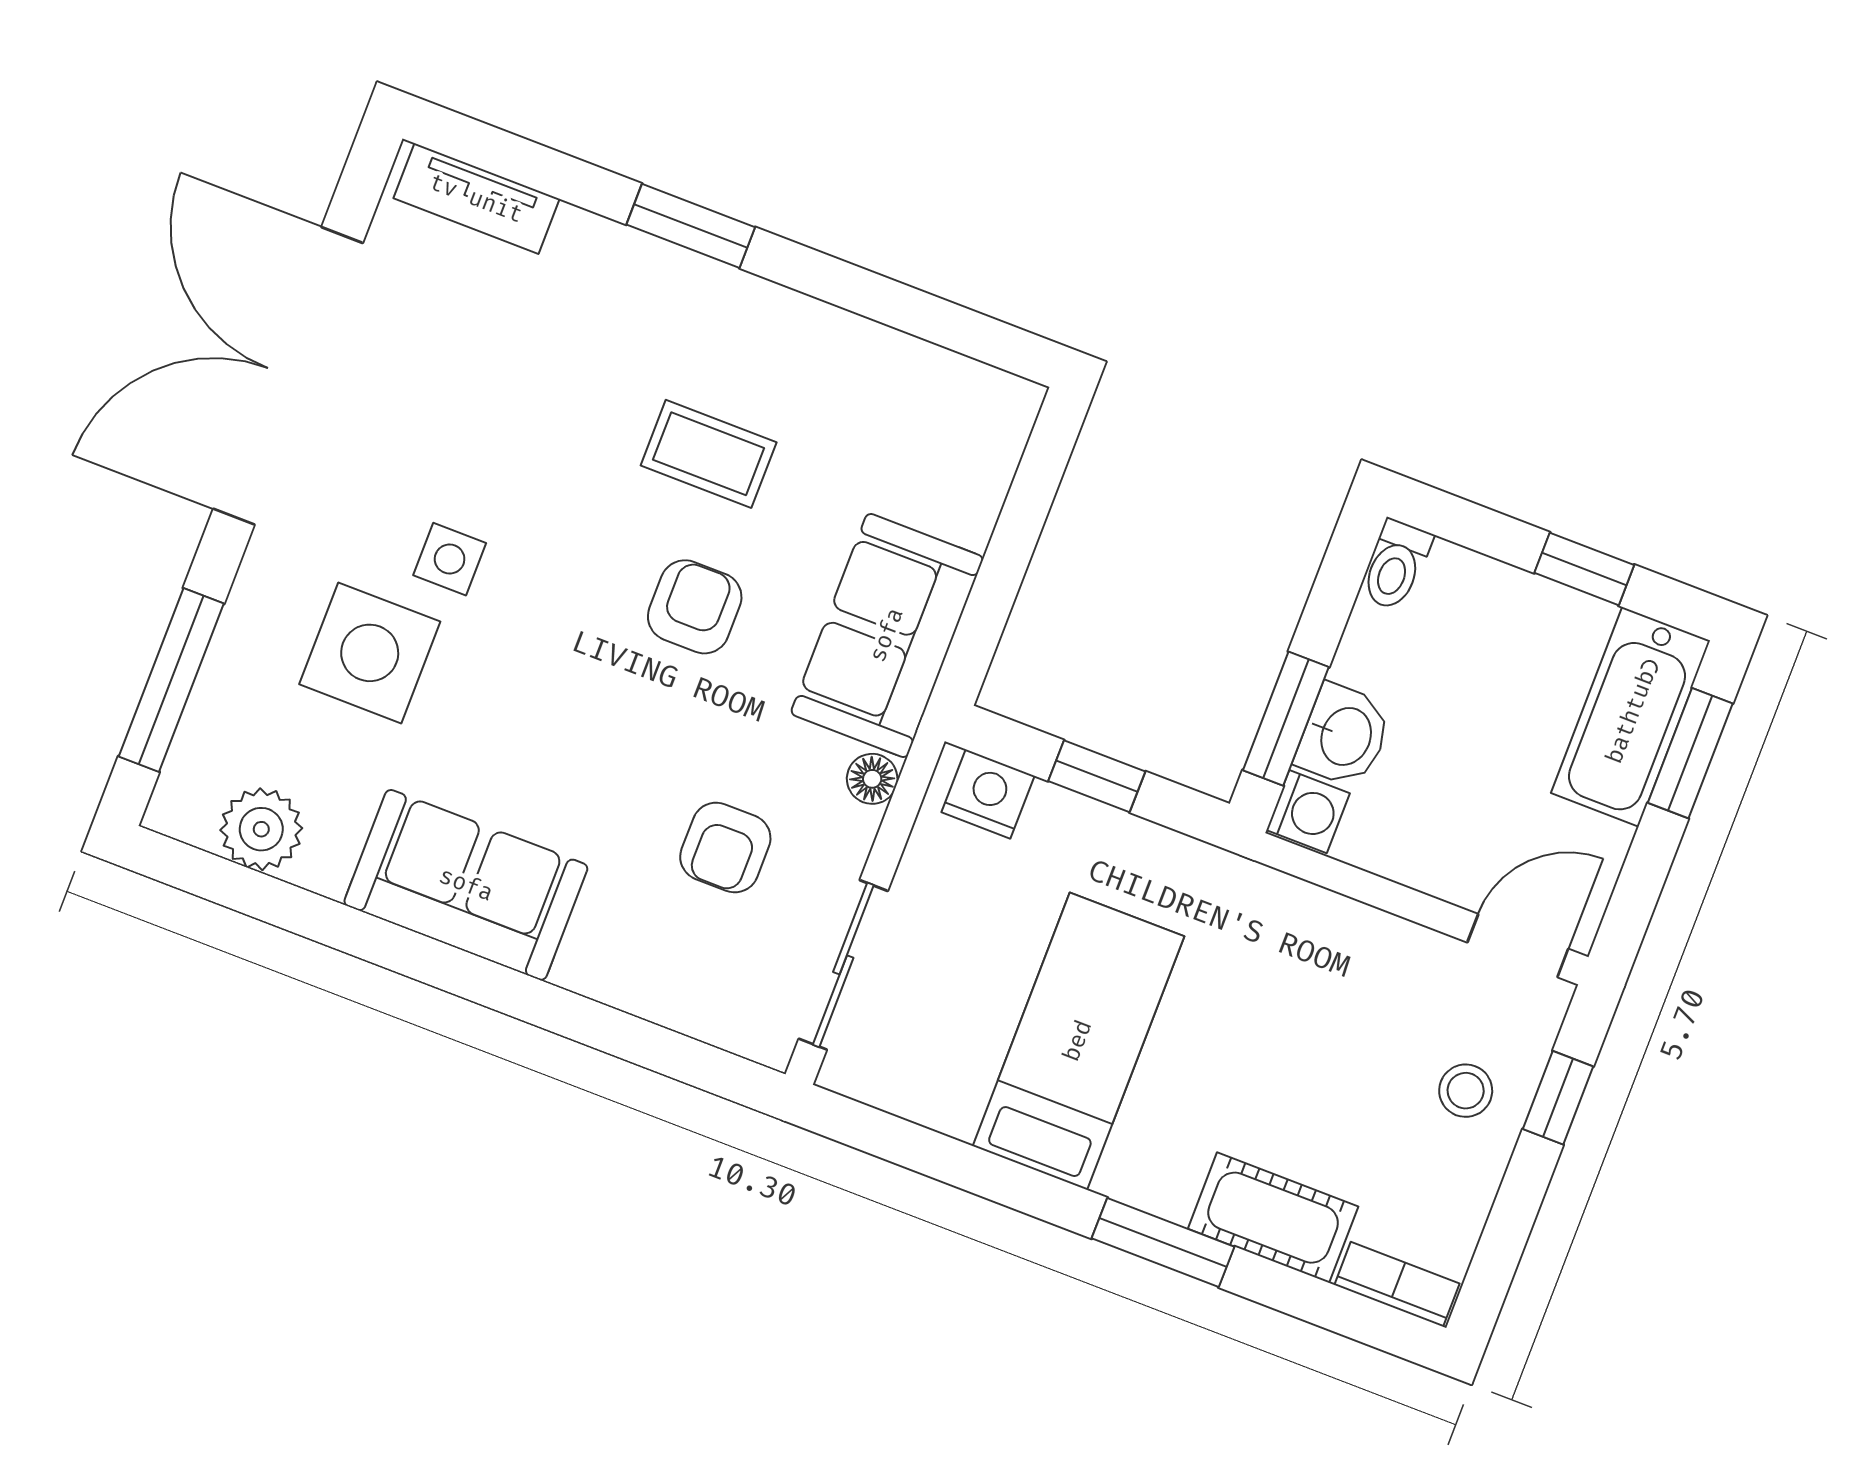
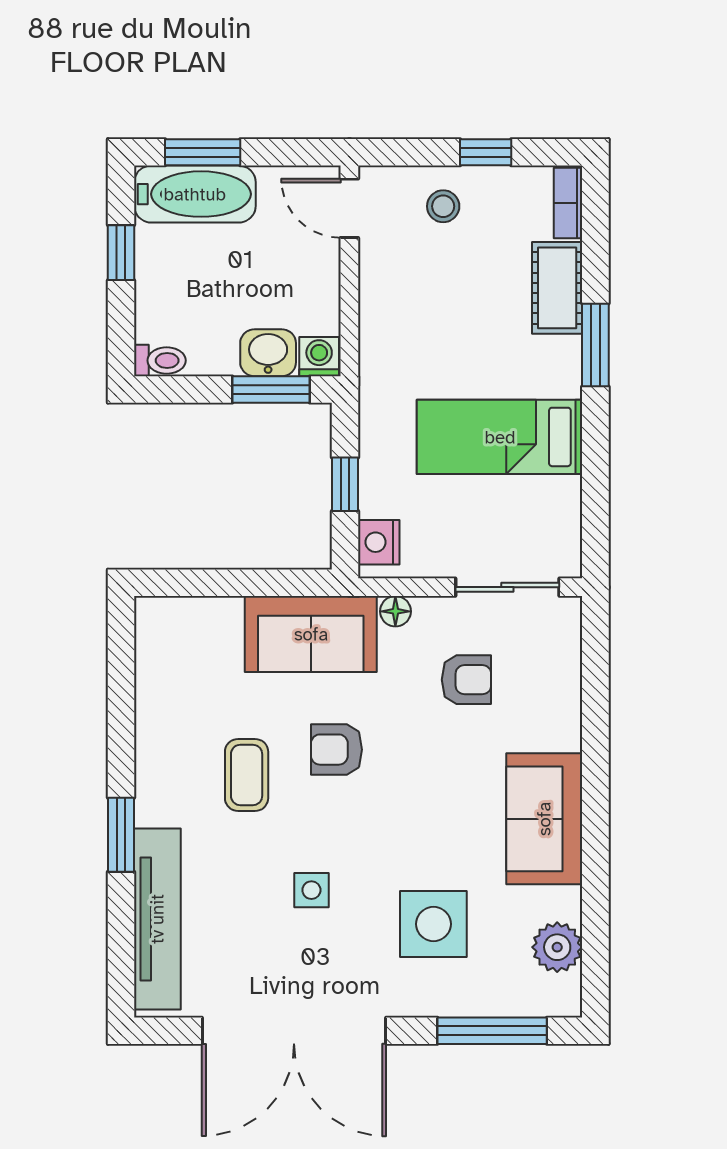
tv unit: (476, 199) -> (157, 919), width x1.92, depth x1.29
side table: (450, 559) -> (311, 890), moved
window: (1558, 1098) -> (486, 152), moved

